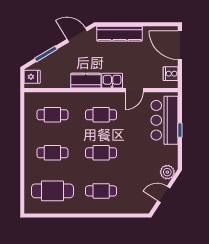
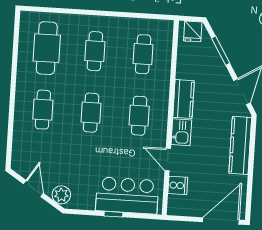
cooker: (171, 74) -> (178, 185), moved, turned 90

